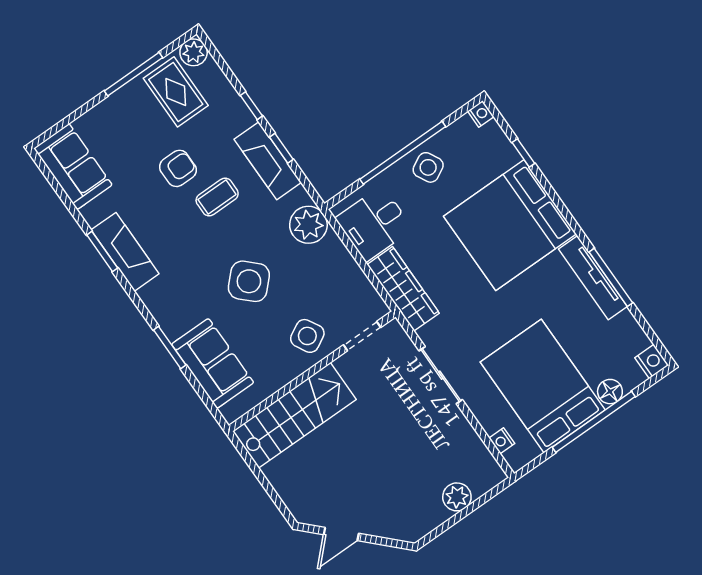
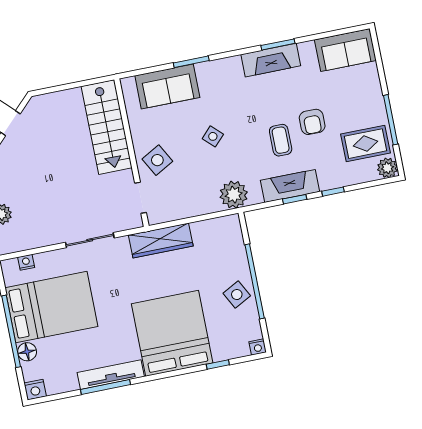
desk: (374, 224) -> (215, 240), removed
side table: (249, 281) -> (213, 136), width x0.54, depth x0.54

